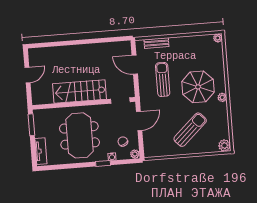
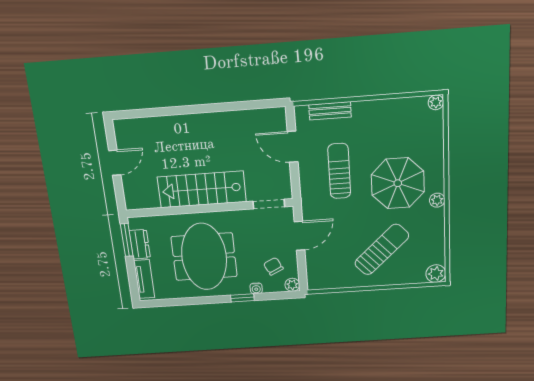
dresser: (39, 127) -> (140, 244), added

